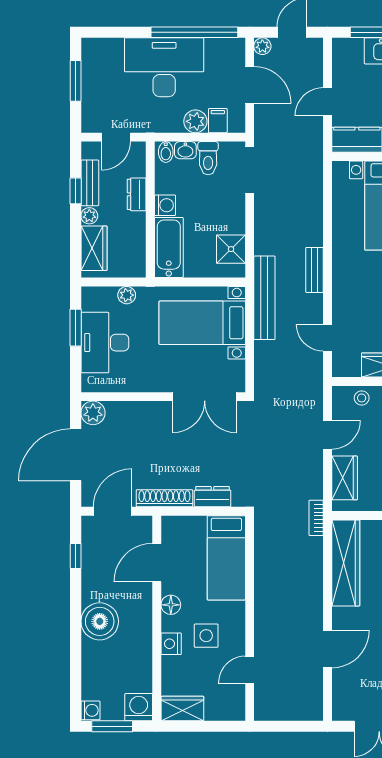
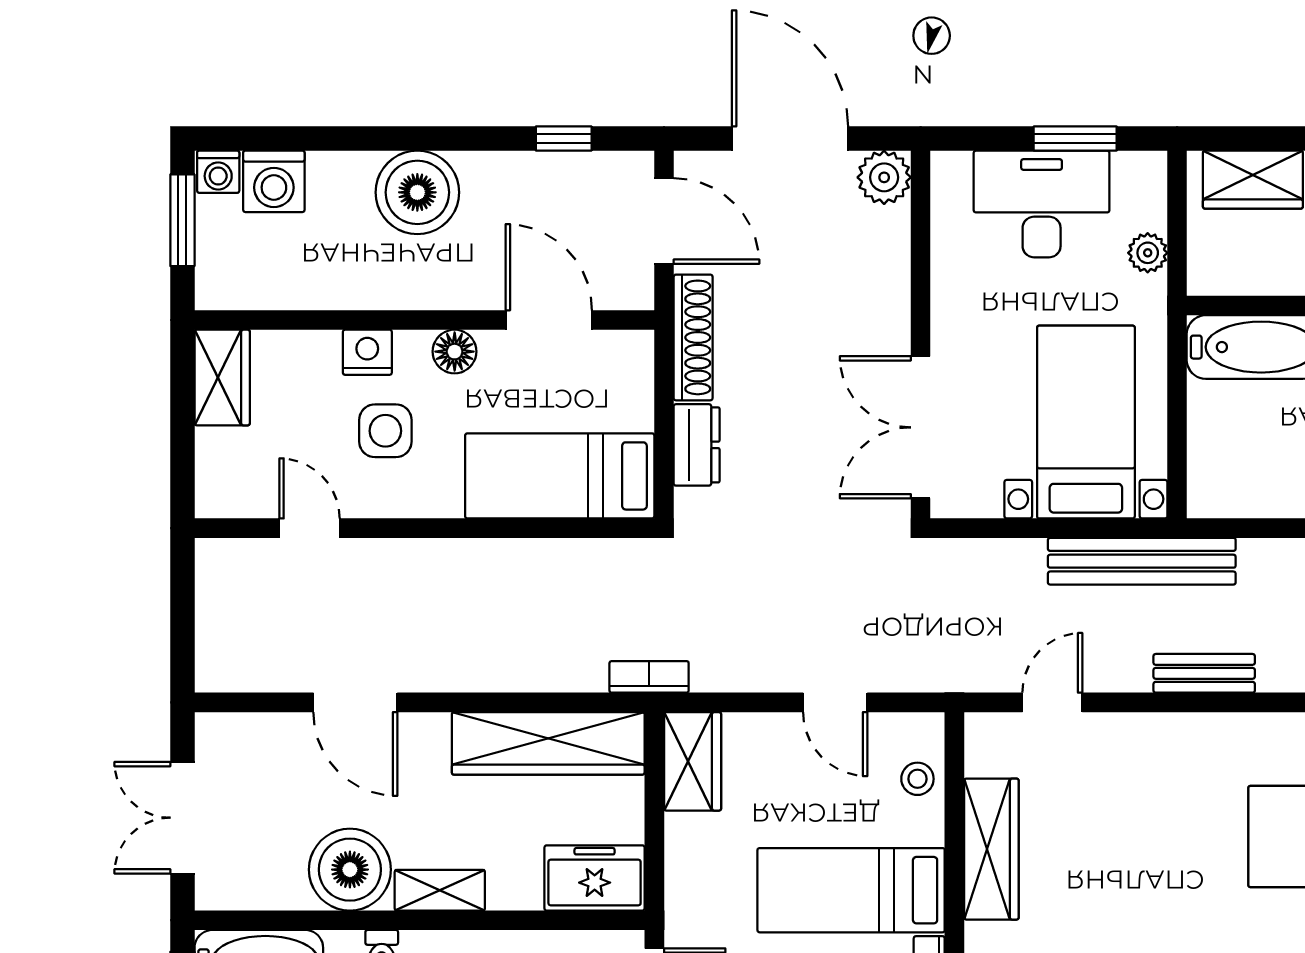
shower: (231, 249) -> (1251, 486), removed
wardrobe: (345, 478) -> (693, 761), moved, turned -90
washing machine: (139, 707) -> (274, 181), moved, turned 90

